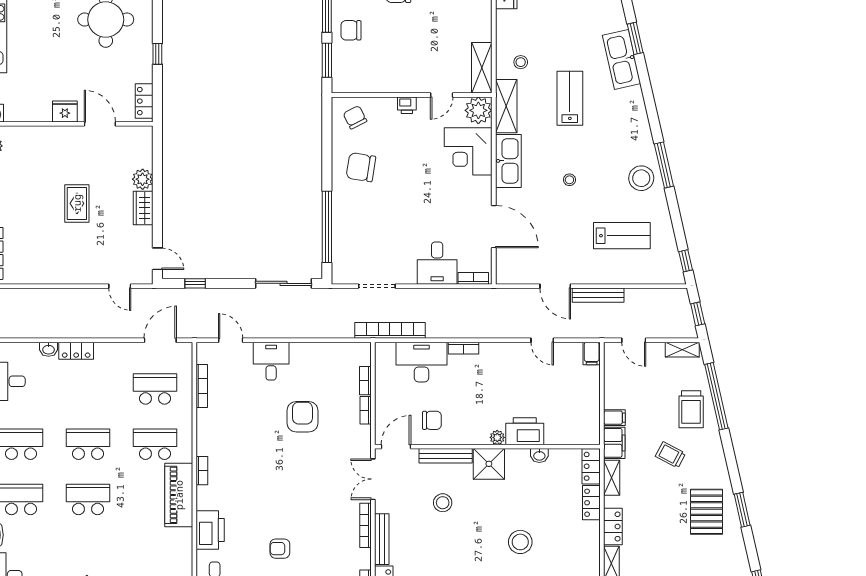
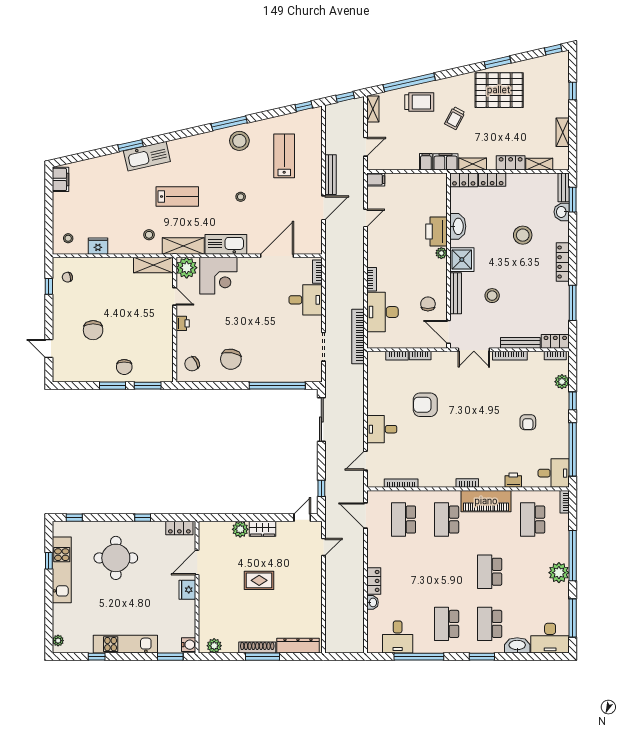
lab bench: (570, 98) -> (177, 197), turned 180
school desk: (88, 444) -> (533, 520), moved
washbasin: (539, 455) -> (458, 226), width x1.91, depth x1.45
pallet: (706, 512) -> (499, 90), width x1.37, depth x1.41
printer: (210, 530) -> (513, 480), width x0.53, depth x0.68

